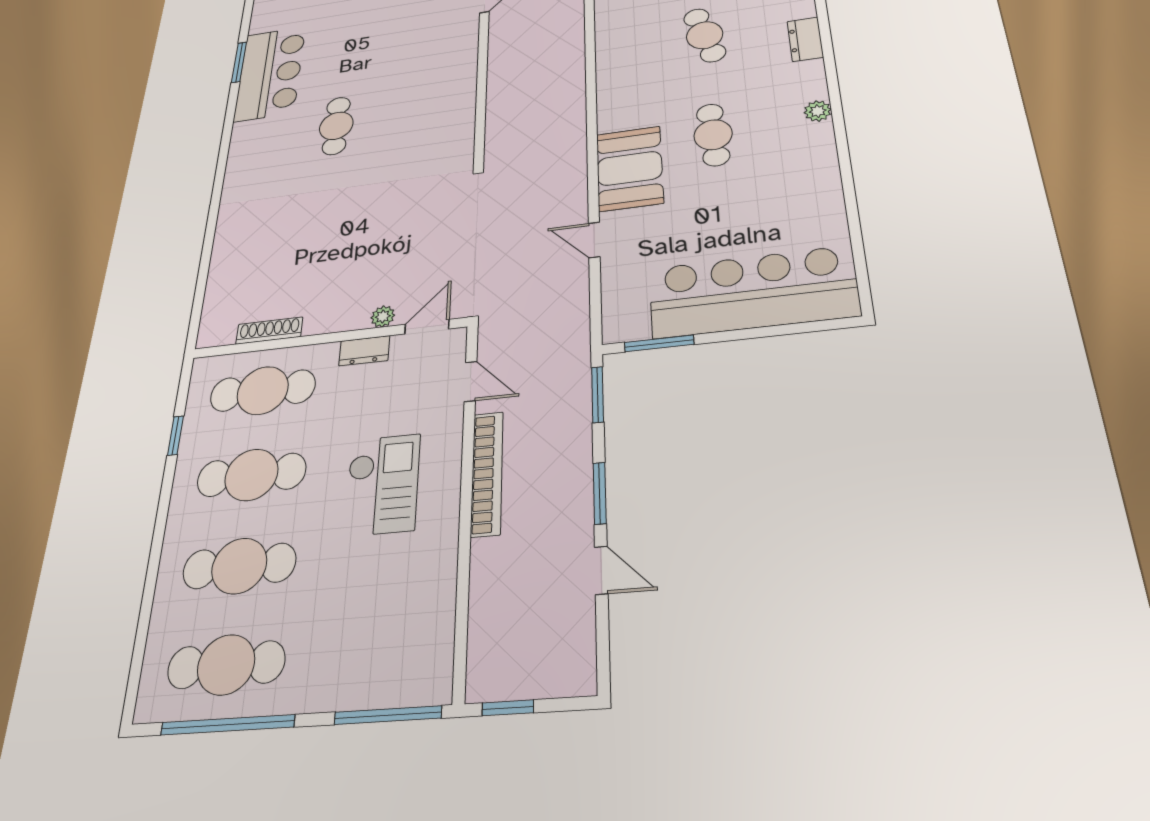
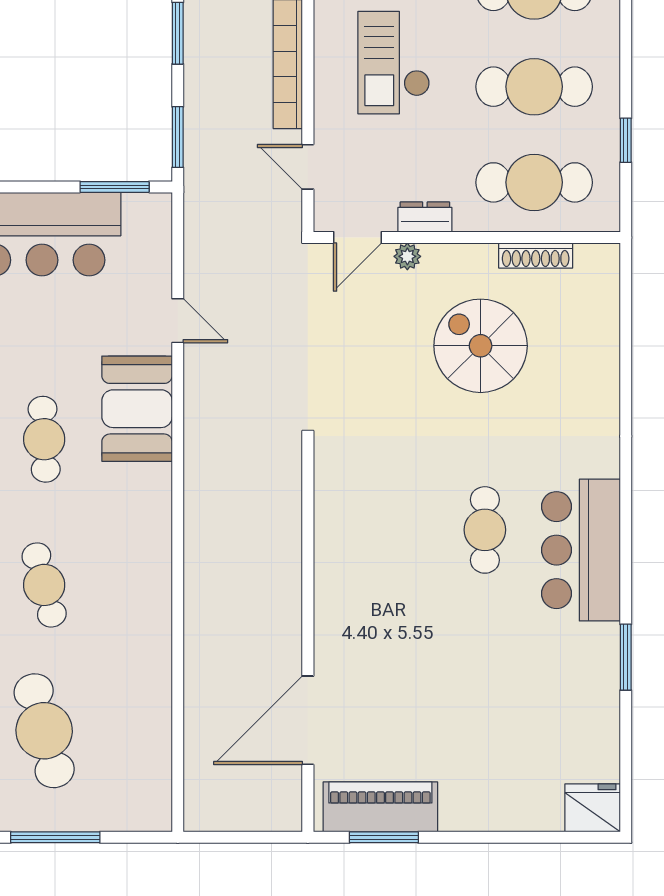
bar counter: (270, 74) -> (581, 550), moved
spiral stairs: (325, 255) -> (481, 346), added

